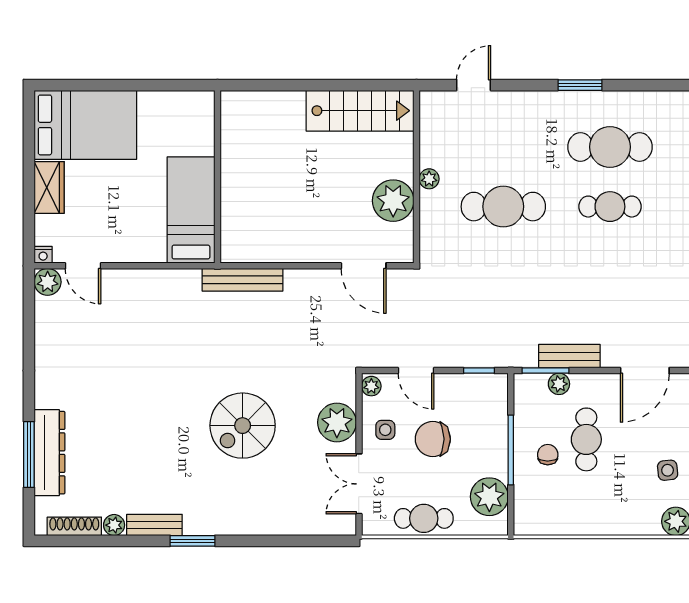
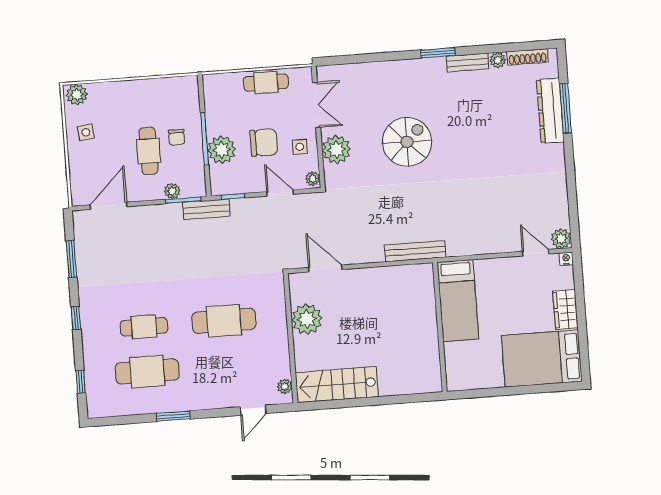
plant: (429, 179) -> (285, 386), moved
bench: (569, 356) -> (206, 209), moved
plant: (489, 497) -> (222, 150), moved

